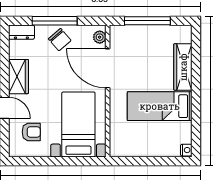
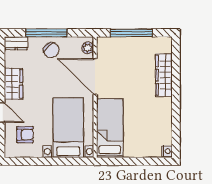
bed: (160, 106) -> (110, 128), moved, turned 90

